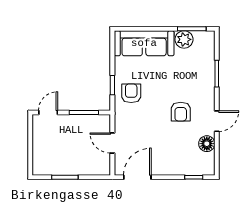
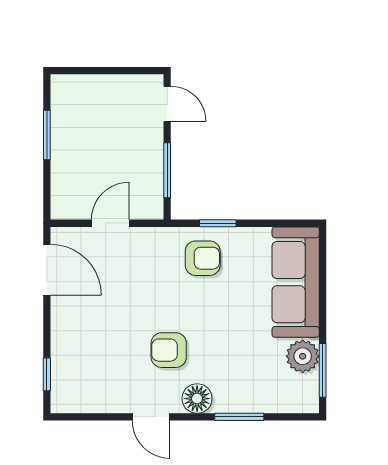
floor lamp: (207, 144) -> (197, 399), moved

